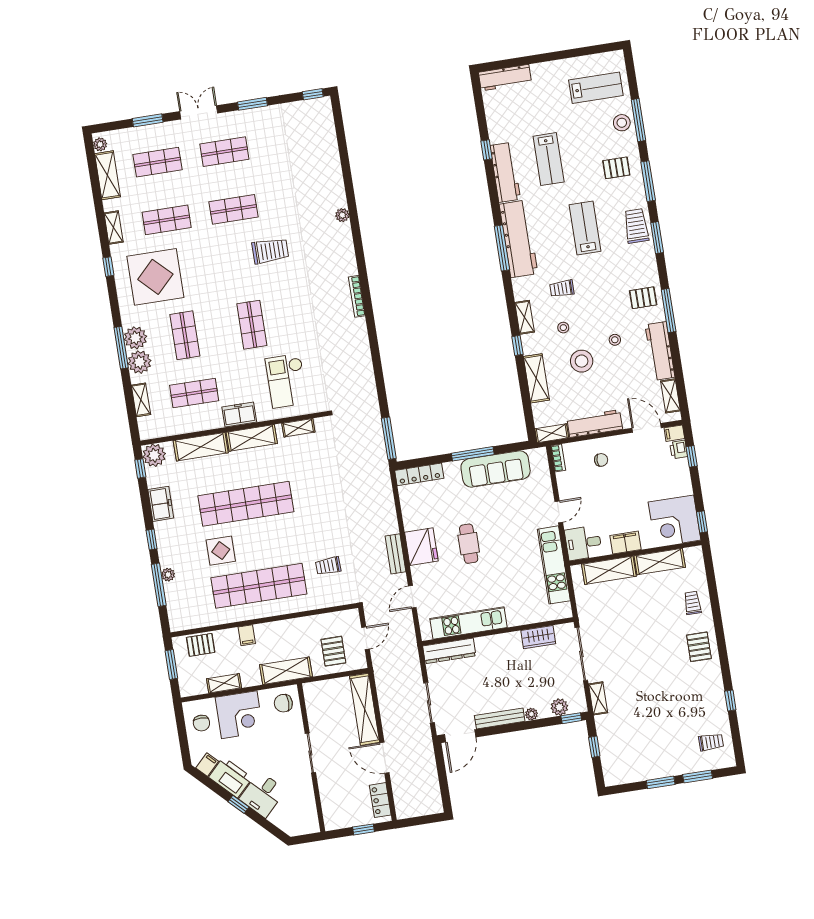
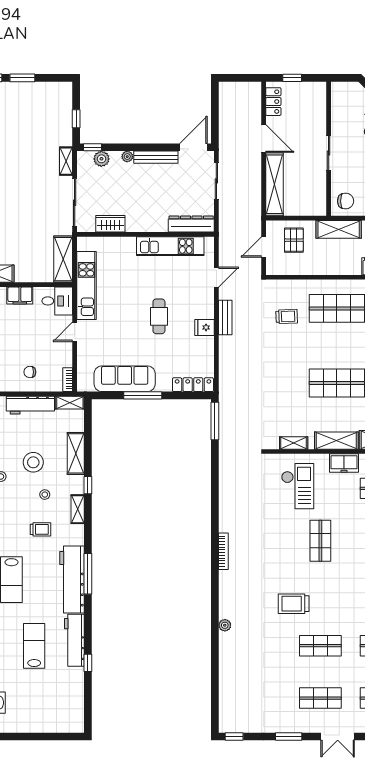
workbench: (505, 78) -> (61, 724), removed
fridge: (421, 547) -> (205, 327), width x0.53, depth x0.75
shelving: (609, 570) -> (63, 259), moved, turned 90

